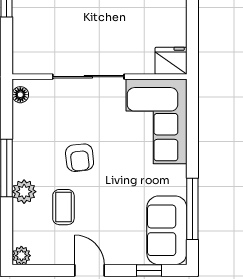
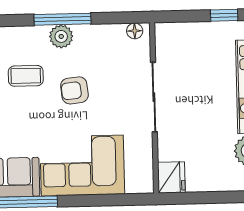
corner sofa: (156, 121) -> (82, 165), moved
plant: (24, 192) -> (61, 36), moved

